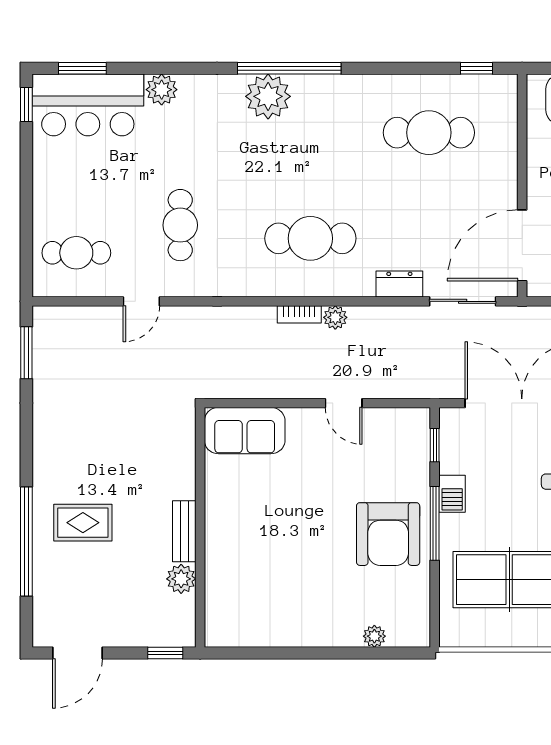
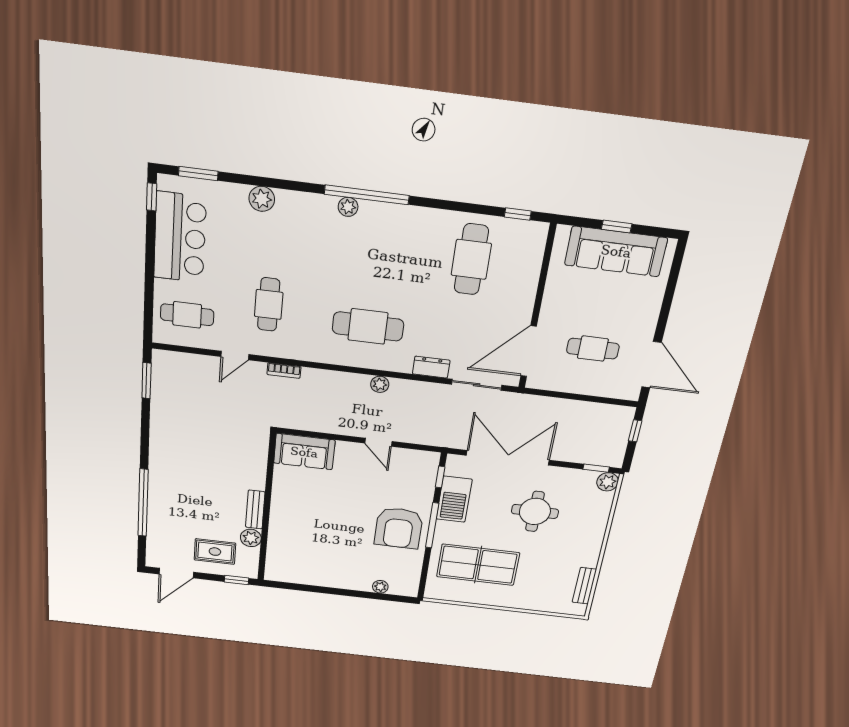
plant: (268, 96) -> (348, 207), width x0.53, depth x0.53
bar counter: (88, 105) -> (180, 238), moved, turned -90
cafe table: (429, 133) -> (471, 259), turned 90
bookcase: (299, 314) -> (284, 371), moved
barbecue: (452, 494) -> (454, 499), width x1.88, depth x1.53
rug: (83, 523) -> (215, 552), moved

